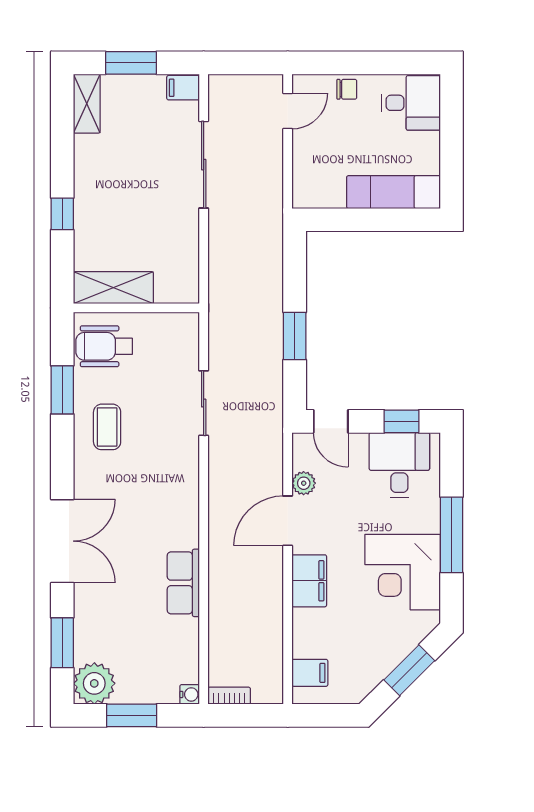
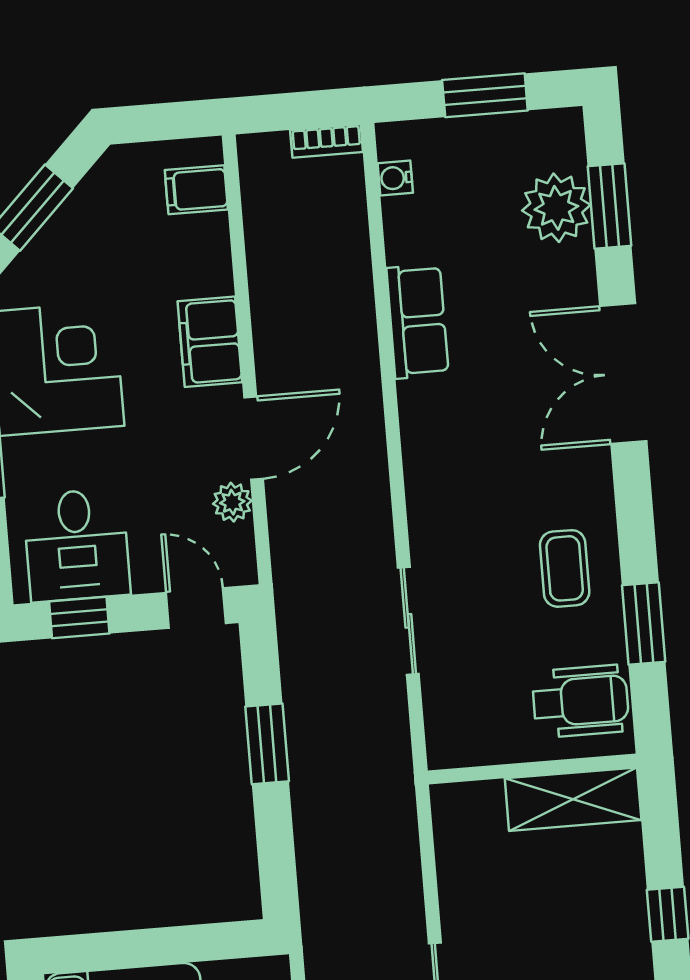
plant: (94, 683) -> (556, 208), moved
water cooler: (190, 694) -> (395, 178), moved

